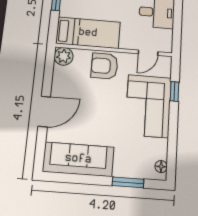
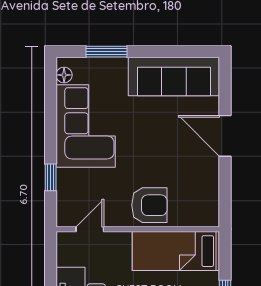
plant: (64, 56) -> (207, 214), removed
corner sofa: (148, 106) -> (86, 126), moved
door: (44, 111) -> (225, 136), hinge flipped

